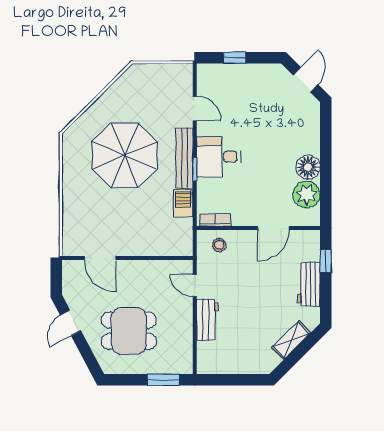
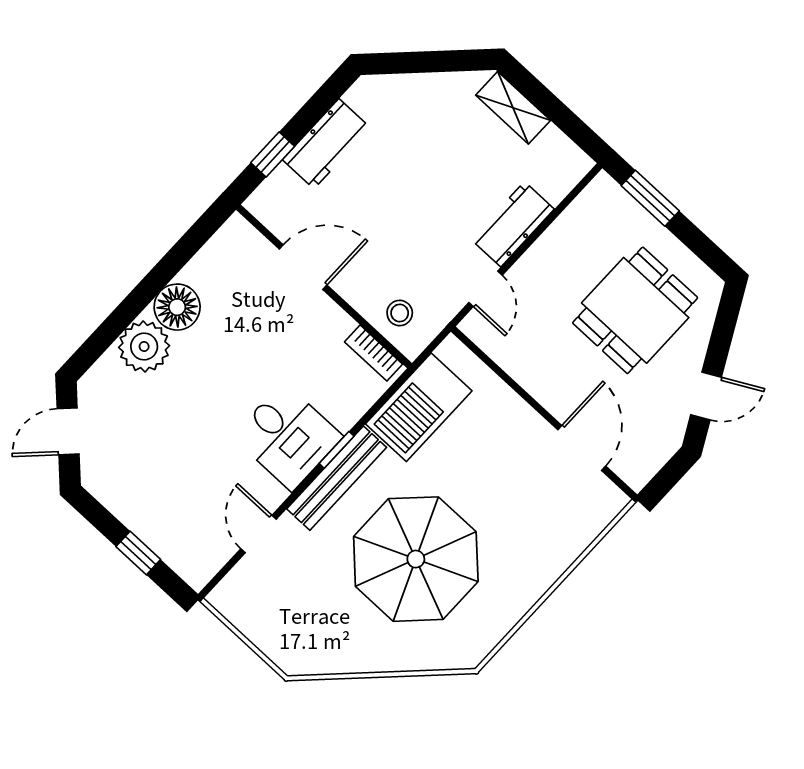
plant: (307, 194) -> (144, 347), moved
barbecue: (183, 203) -> (419, 407), width x1.88, depth x1.53
dining table: (129, 331) -> (635, 310), turned 90
shelving: (291, 340) -> (513, 108), moved, turned 45

